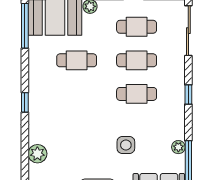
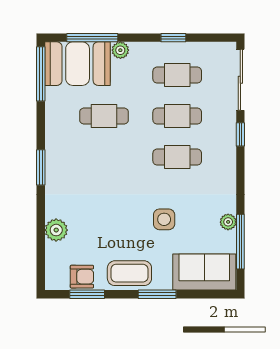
window: (188, 95) -> (240, 134), moved
window: (25, 102) -> (41, 167), width x1.50

